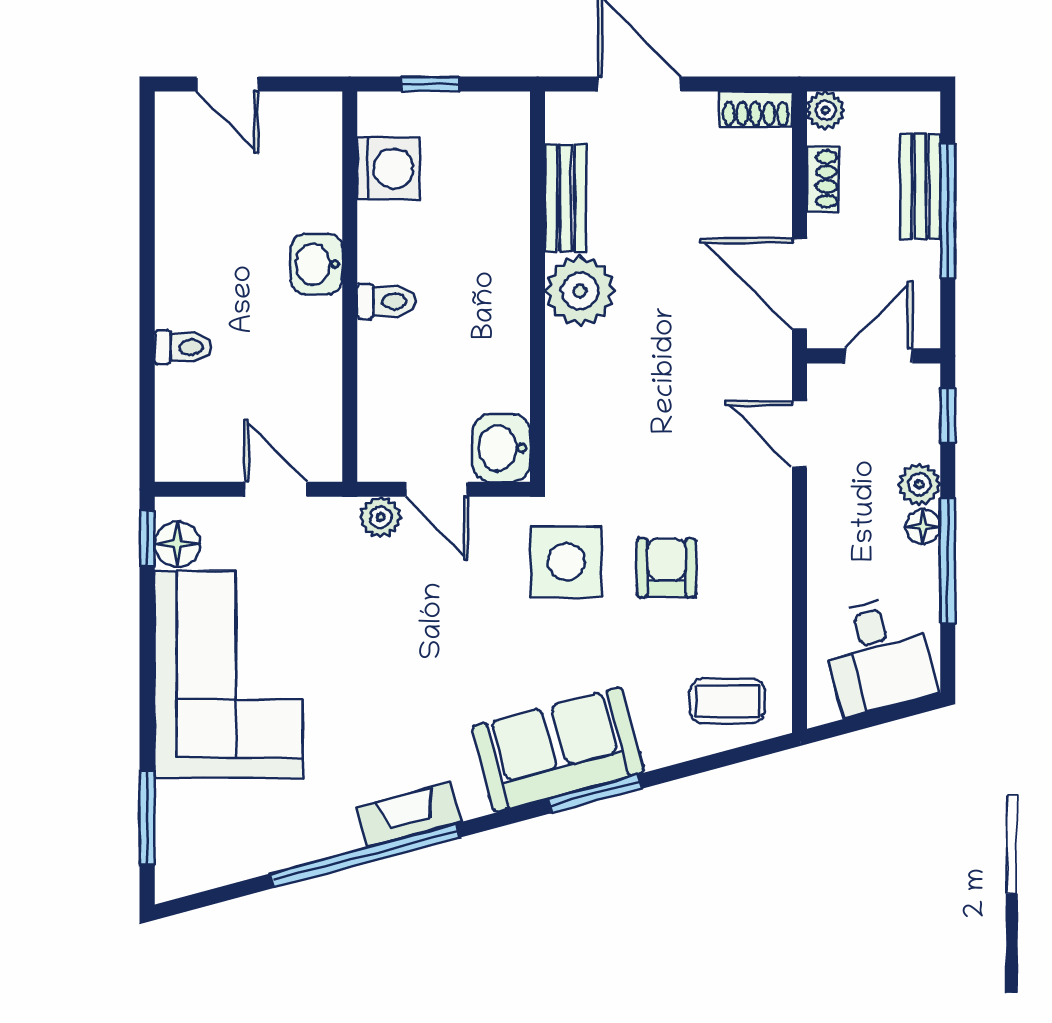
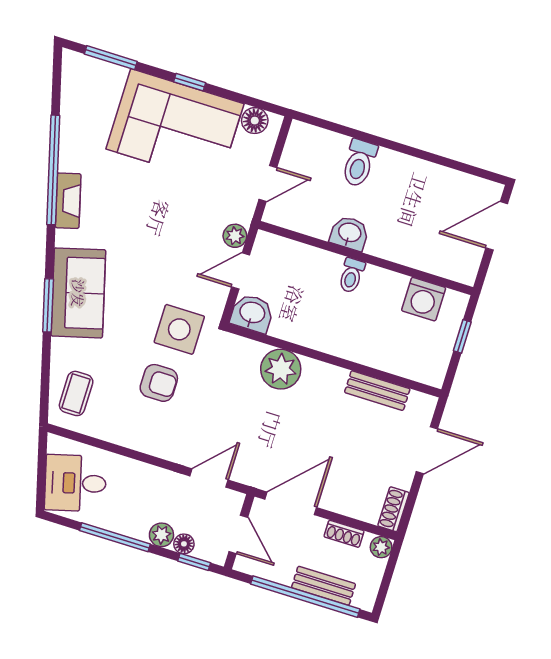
door: (228, 84) -> (497, 226), width x1.38
window: (948, 211) -> (305, 597), width x1.46
washbasin: (317, 264) -> (349, 233), moved
plant: (580, 291) -> (281, 369), moved
toilet: (183, 347) -> (359, 163), width x1.37, depth x1.39
floor lamp: (923, 527) -> (184, 544), moved
window: (147, 538) -> (190, 82), moved

